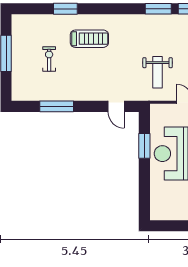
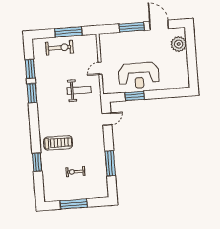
treadmill: (89, 39) -> (58, 143), turned 90

